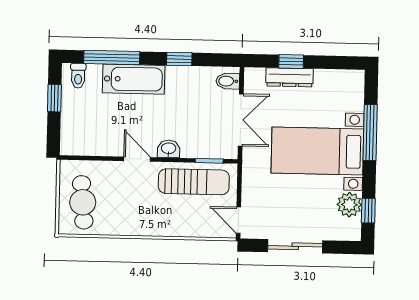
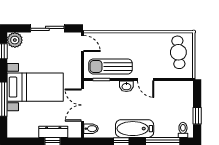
bathtub: (134, 79) -> (135, 129), moved
plant: (349, 205) -> (15, 40), moved

